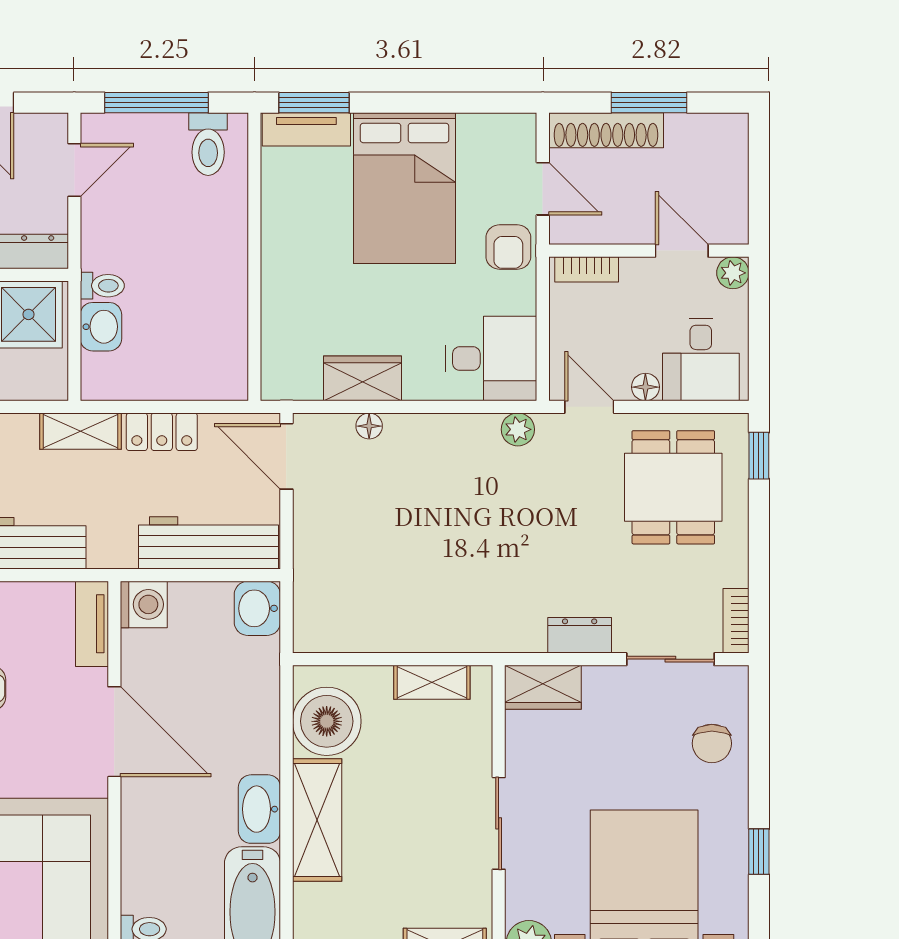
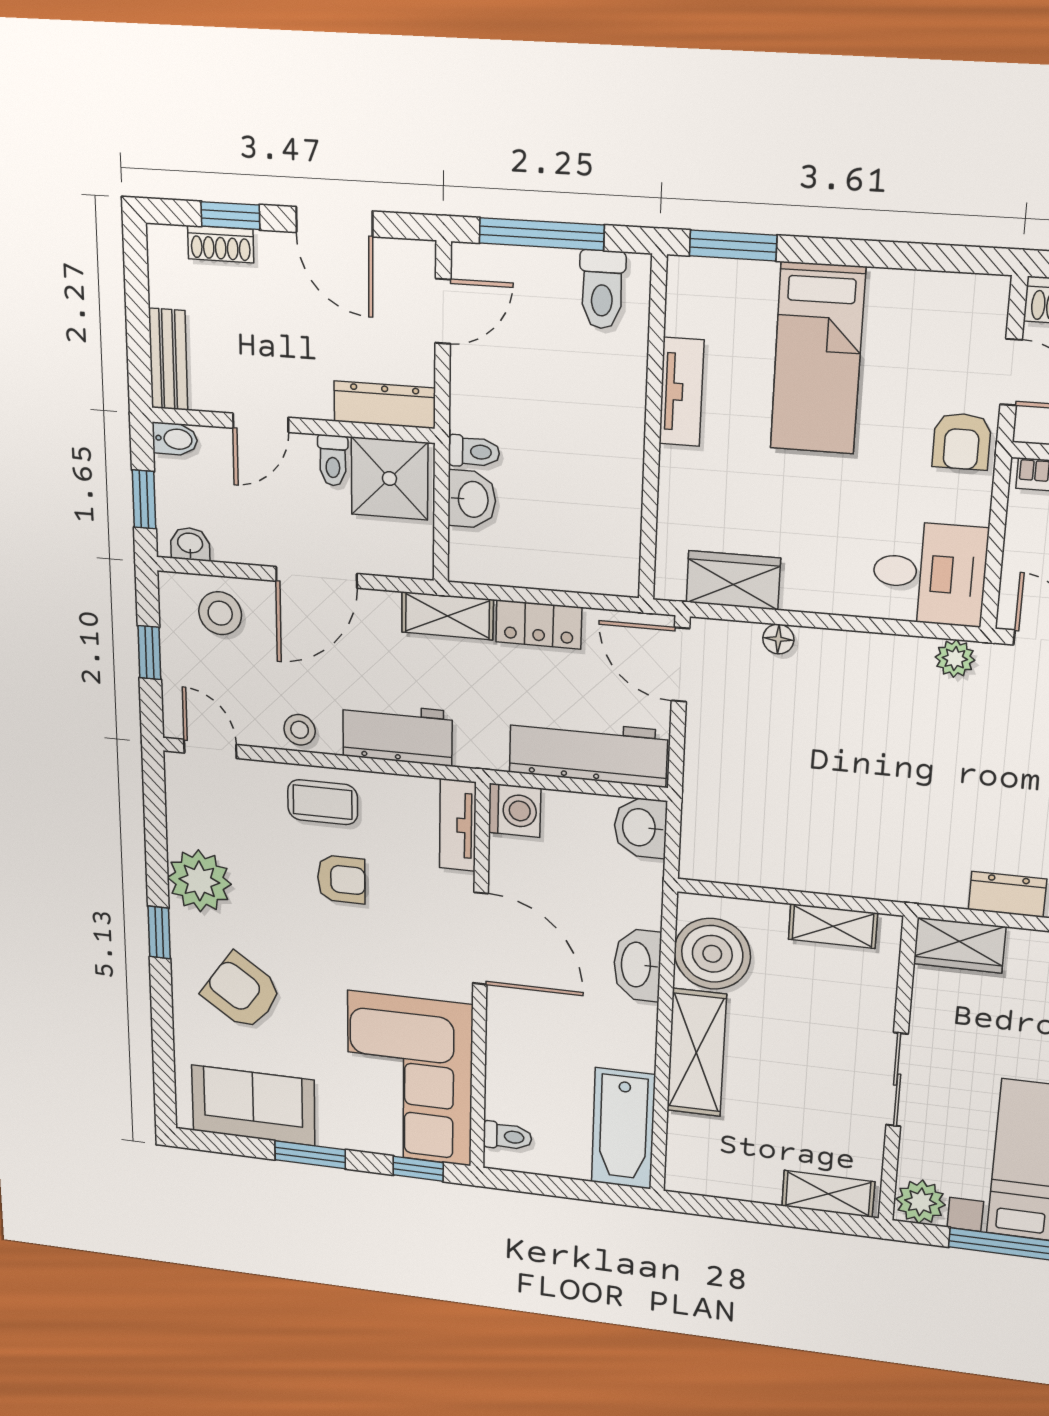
tv unit: (306, 129) -> (681, 392), moved, turned -90
bed: (404, 188) -> (818, 358), width x0.67
wardrobe: (363, 378) -> (733, 580), moved
washbasin: (259, 809) -> (637, 965), moved

